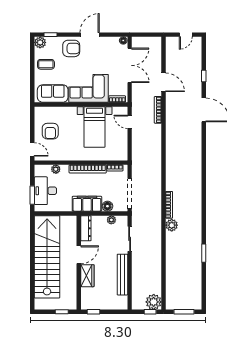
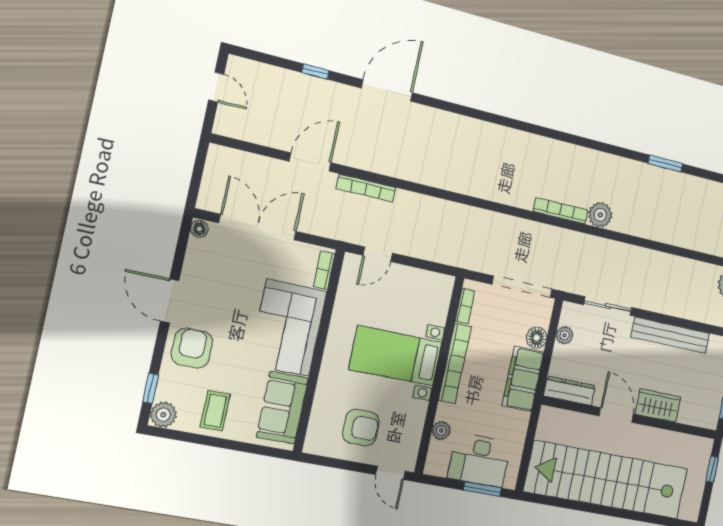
bed with nightstands: (95, 127) -> (396, 356), moved, turned 180
door: (32, 149) -> (391, 473), swing flipped

